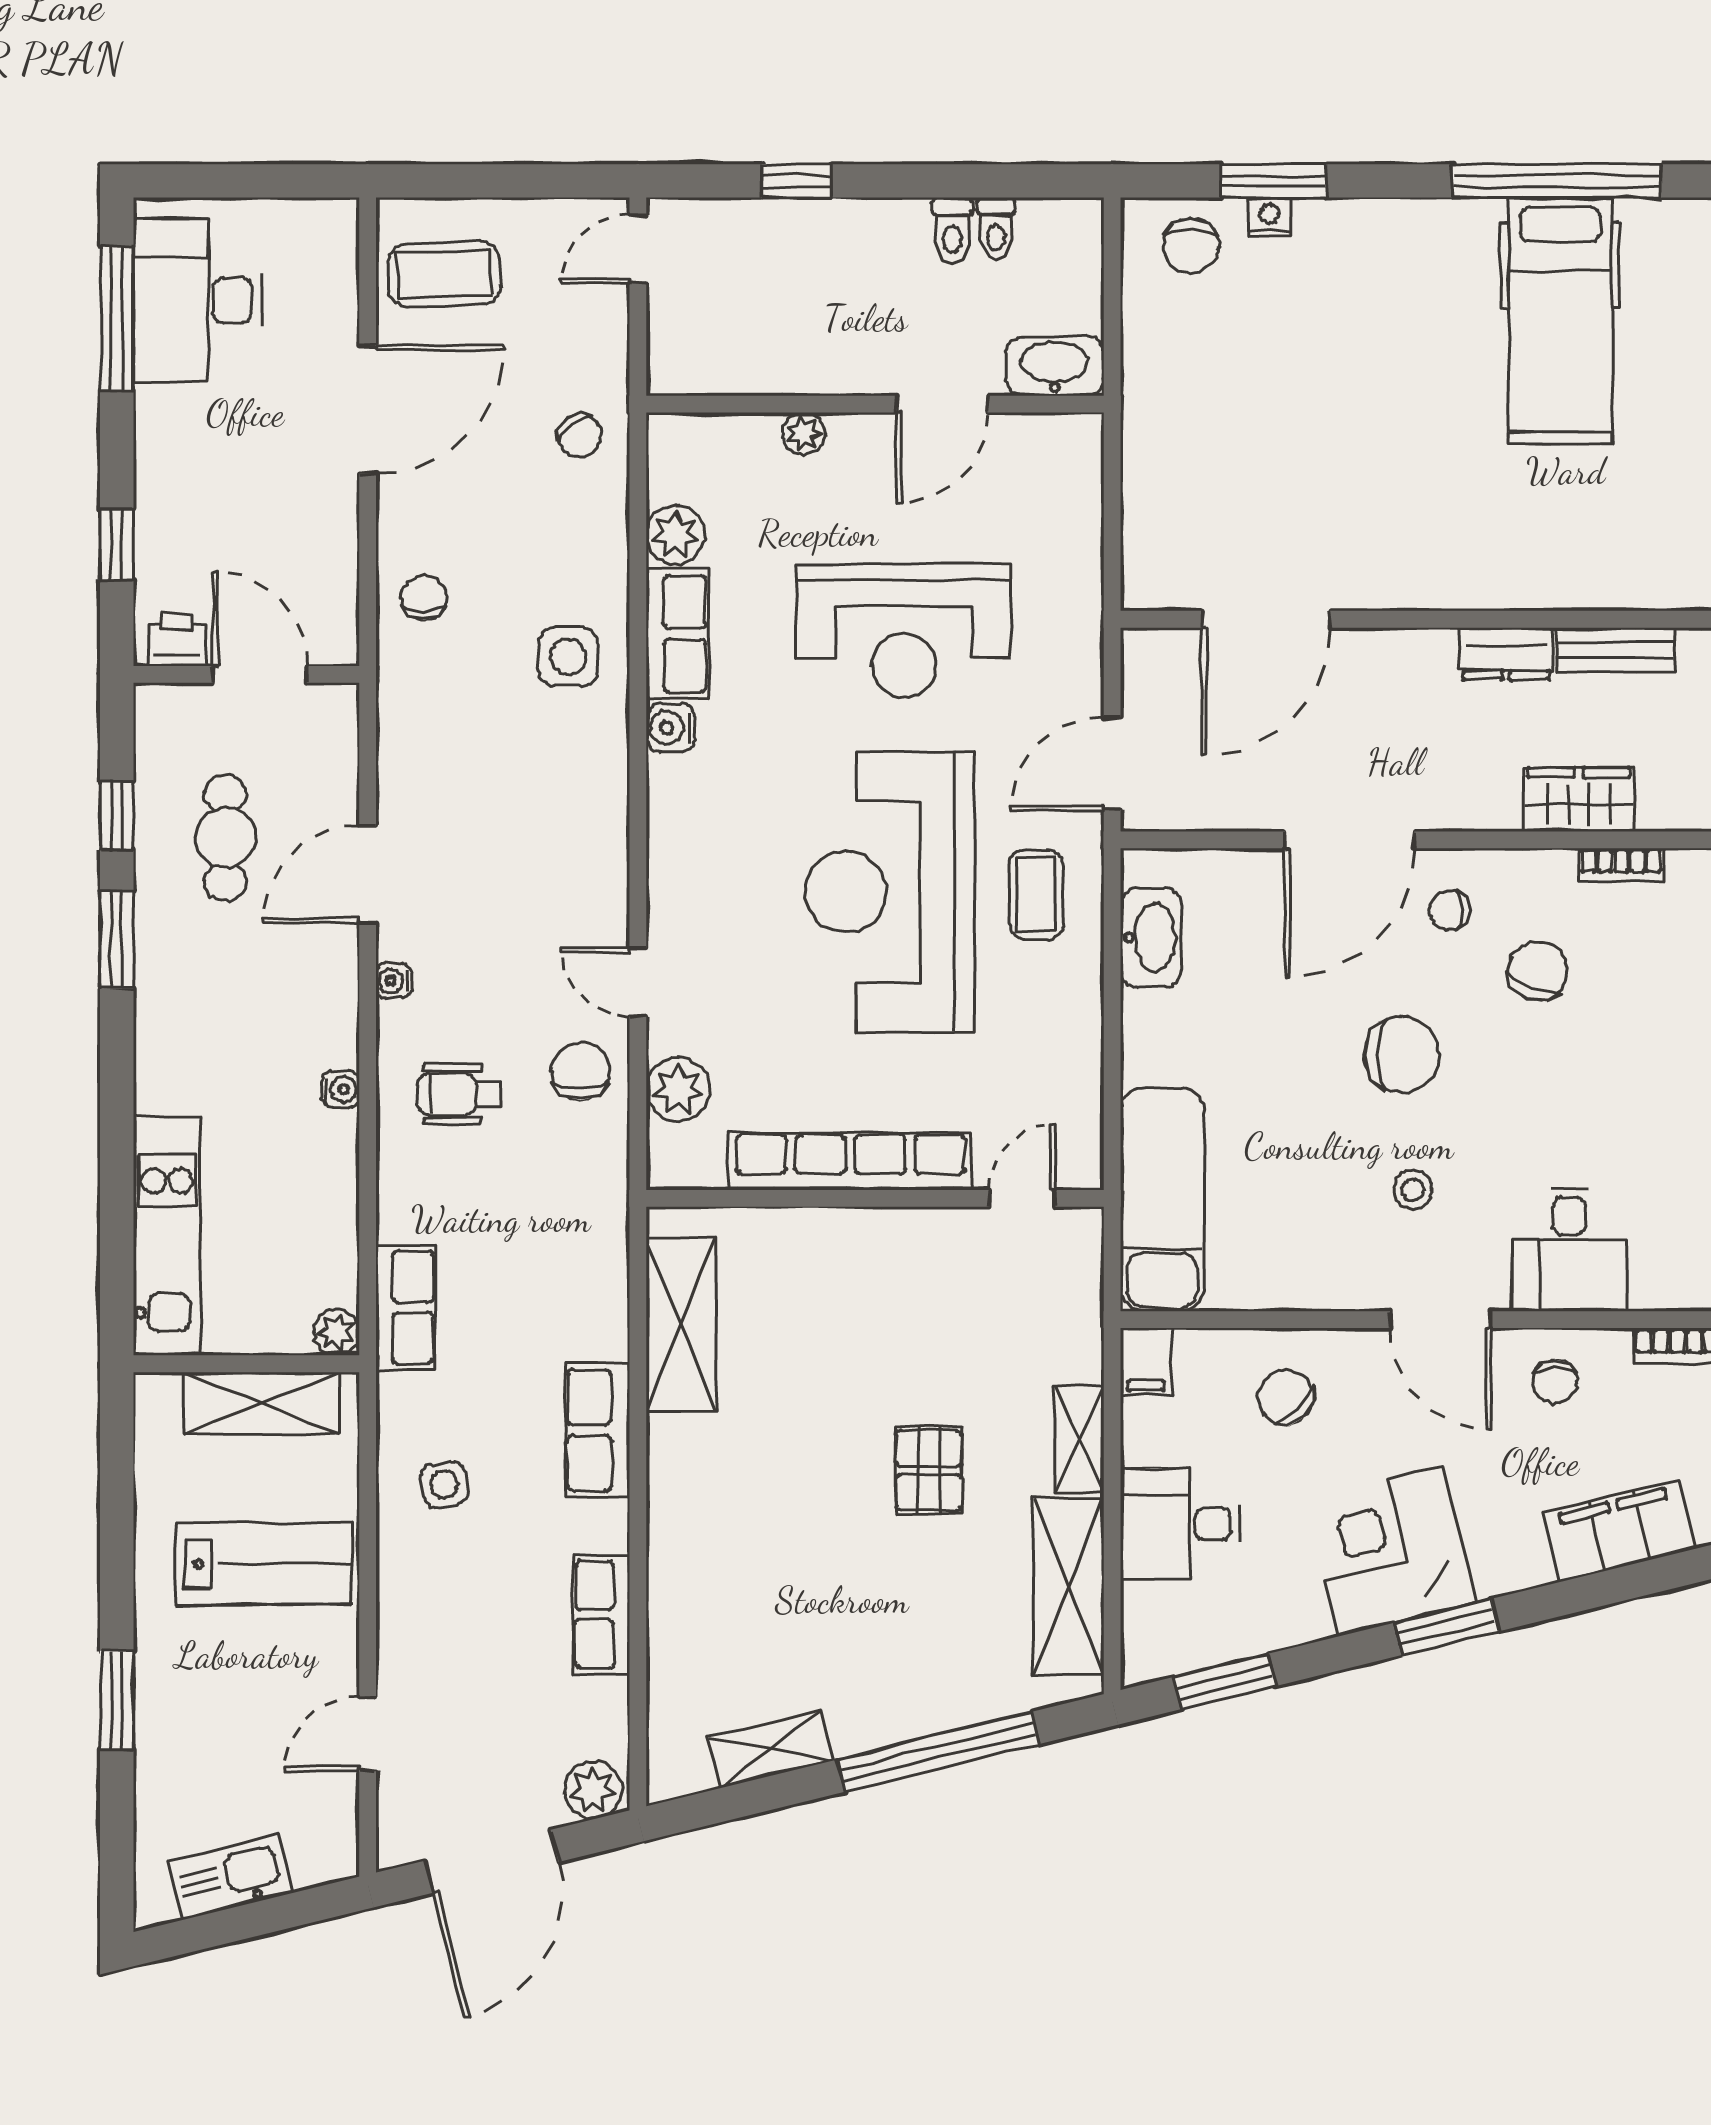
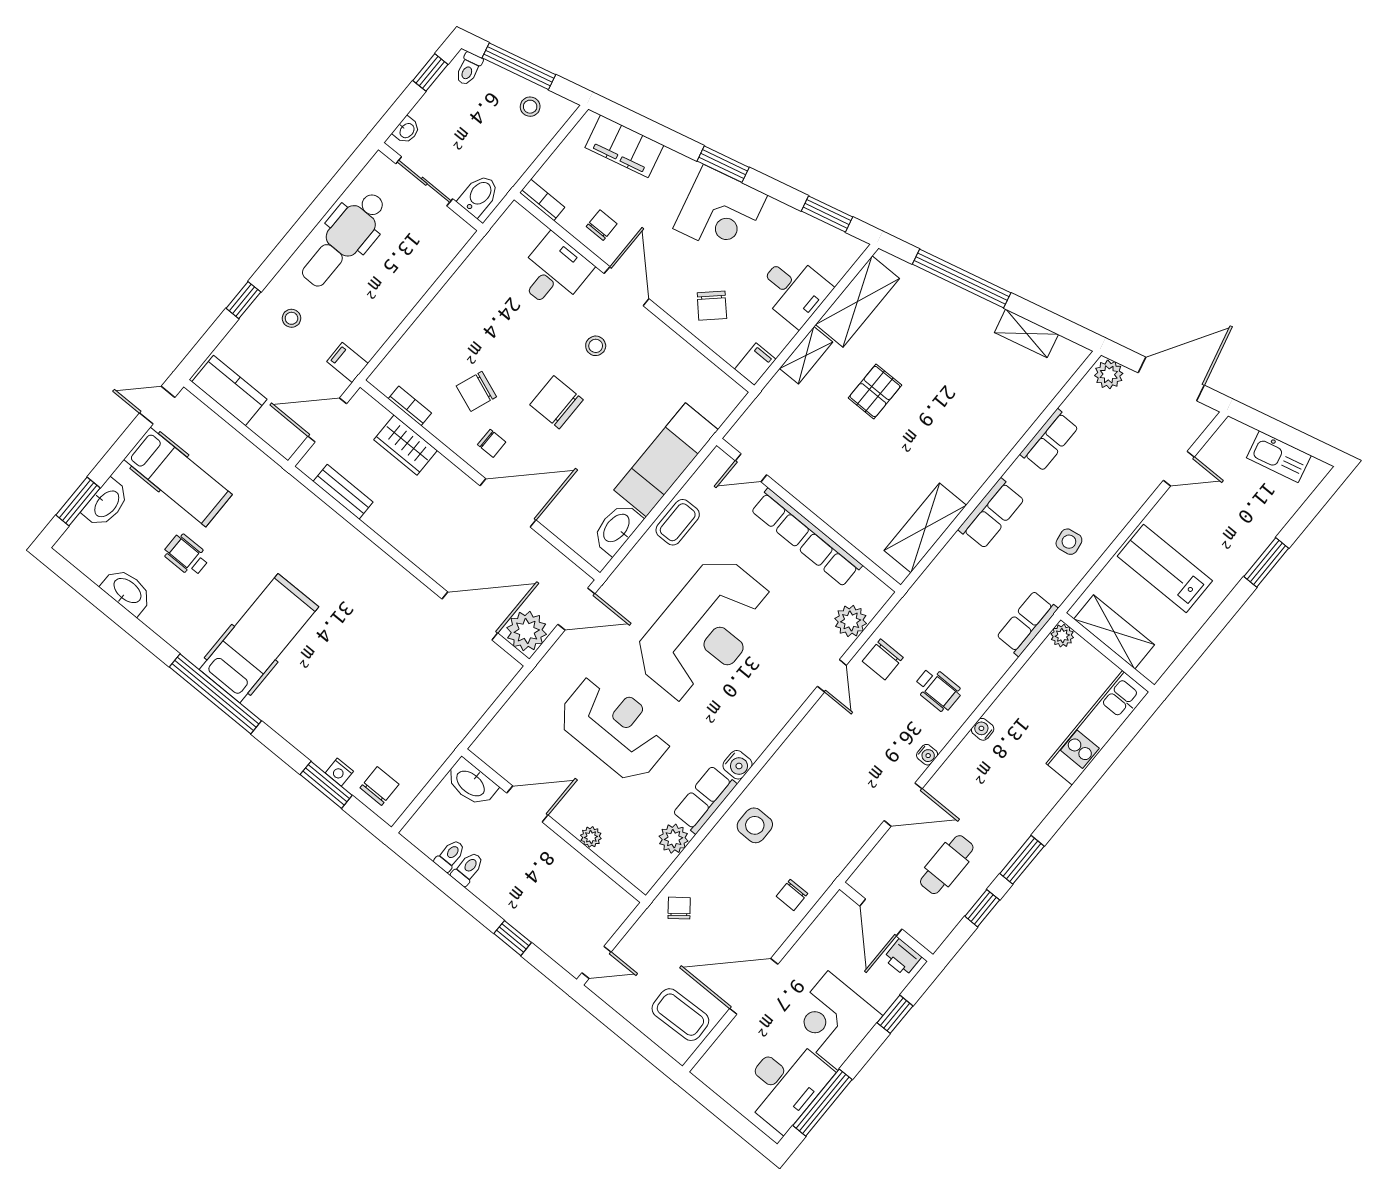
corner desk: (204, 457) -> (833, 1020), added
dresser: (1506, 654) -> (387, 525), removed
plant: (1160, 668) -> (527, 631), added
coffee table: (1036, 894) -> (678, 522), moved
exam couch: (1162, 1199) -> (666, 460), moved

